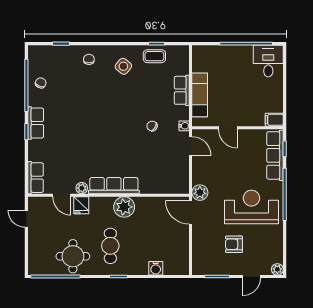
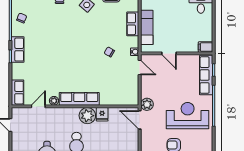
door: (62, 195) -> (38, 106), swing flipped
fridge: (81, 205) -> (102, 114), moved

